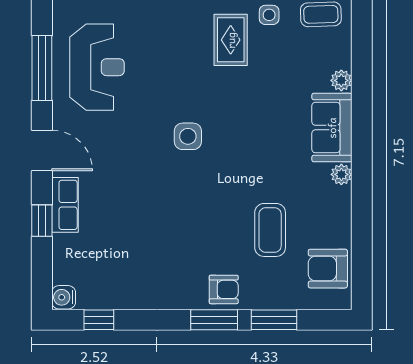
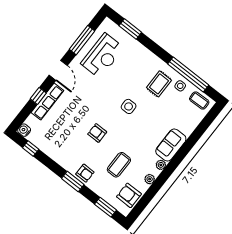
plant: (341, 80) -> (150, 179), moved
side table: (188, 136) -> (129, 106), moved
row of seats: (65, 205) -> (47, 102), width x1.48
armchair: (191, 205) -> (97, 133), added
window: (274, 320) -> (105, 207), moved

